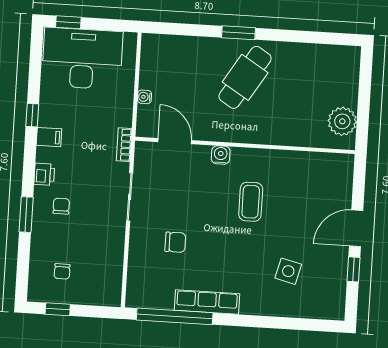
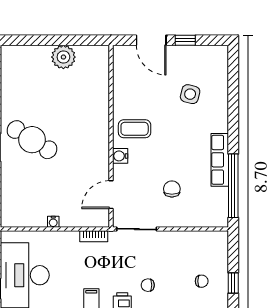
door: (175, 141) -> (111, 195), moved
wall: (245, 145) -> (111, 136), moved
water cooler: (221, 155) -> (120, 156), moved

